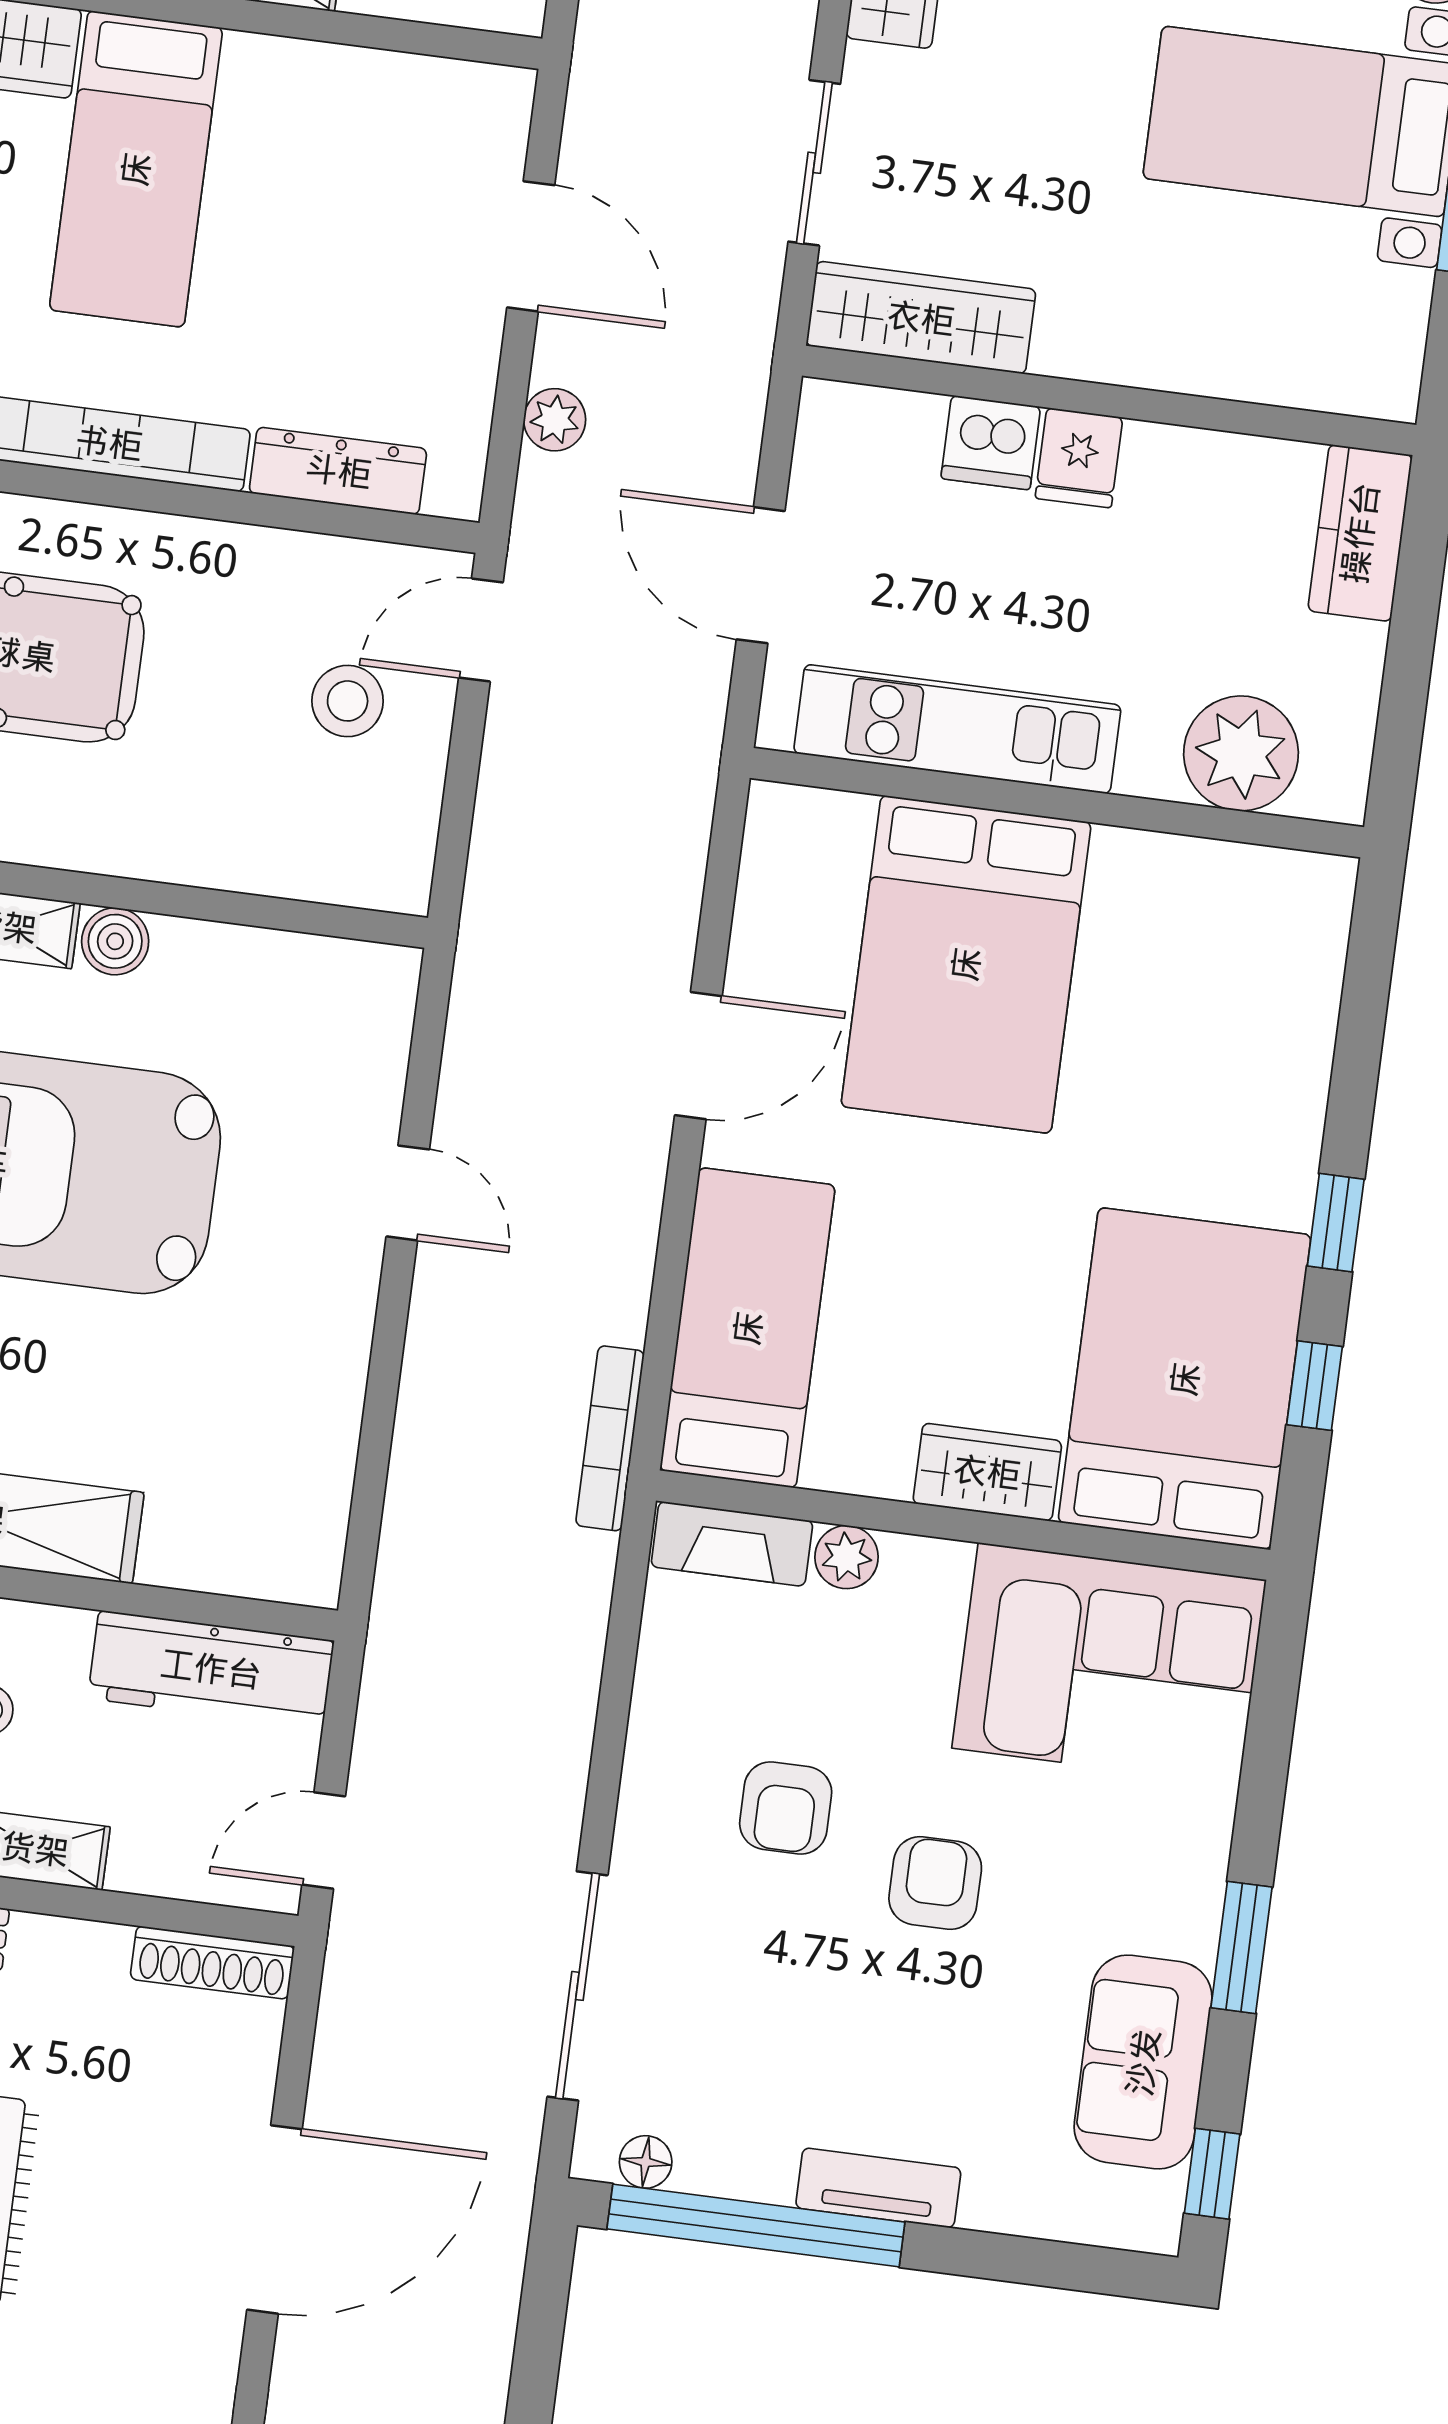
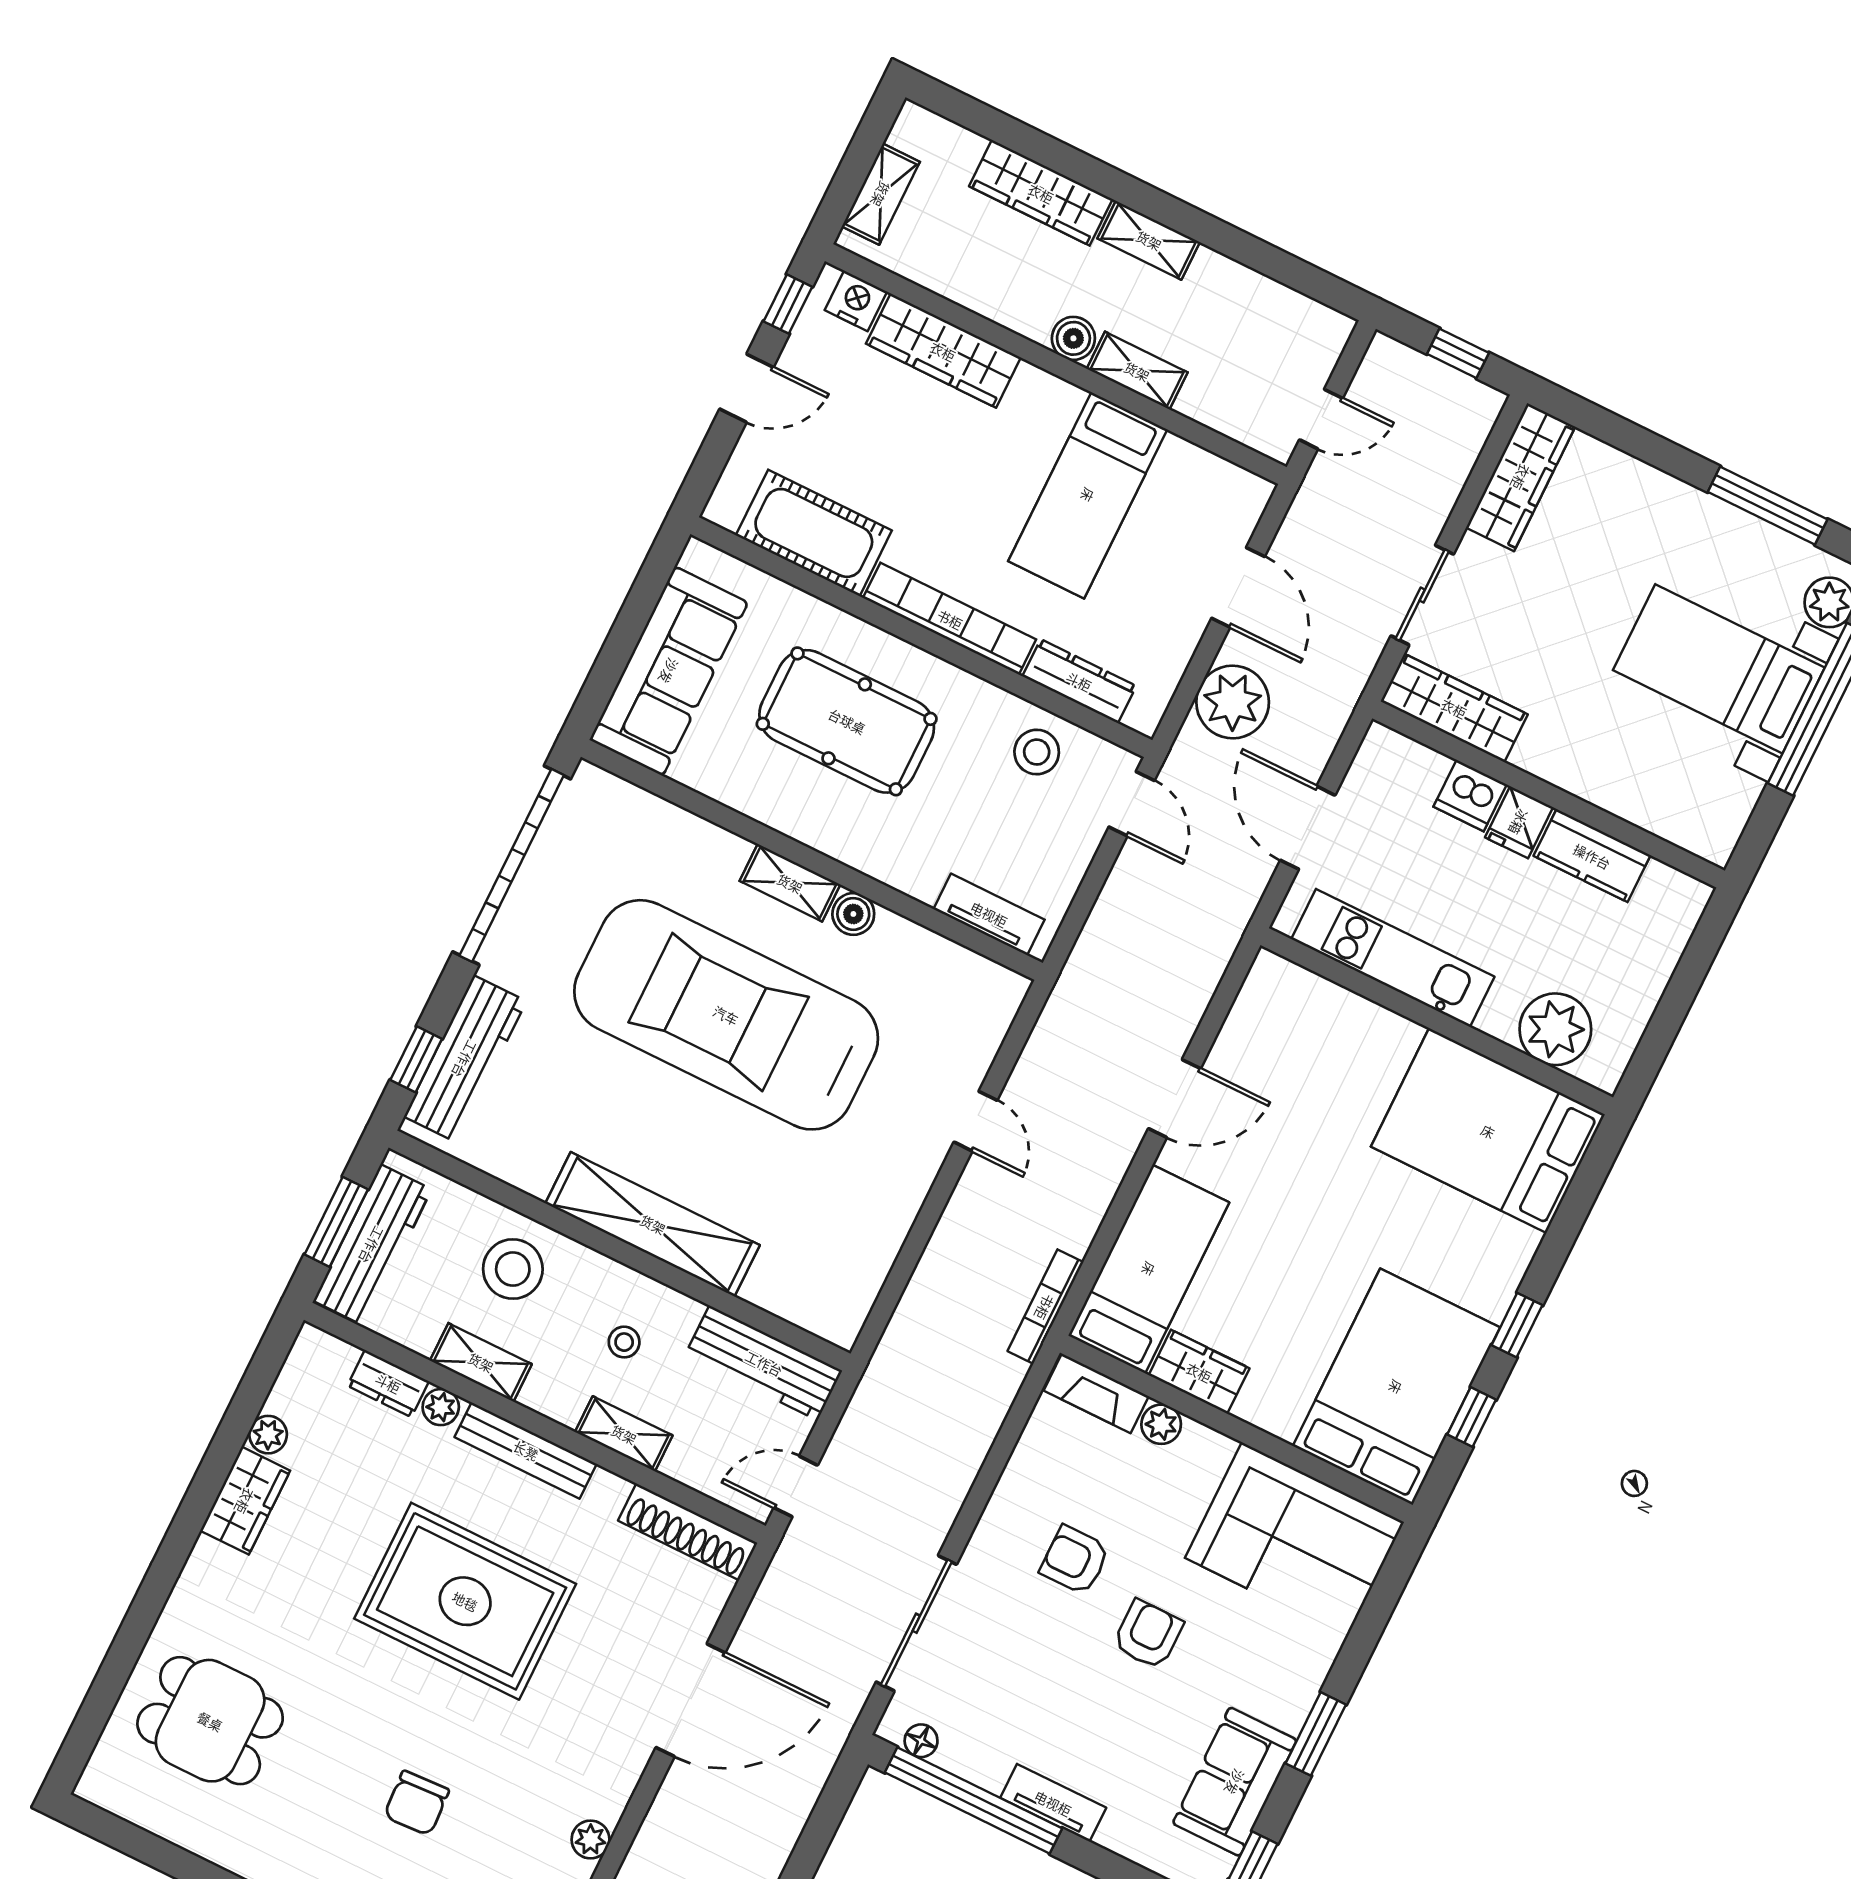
bed: (136, 169) -> (1088, 495), moved
plant: (555, 420) -> (1233, 702), width x1.87, depth x1.87
kitchen counter: (1360, 533) -> (1592, 856), moved, turned -90
door: (481, 630) -> (1132, 804), swing flipped
stool: (348, 701) -> (1037, 752), moved
tv unit: (321, 872) -> (989, 914), added
bed: (966, 964) -> (1488, 1131), moved, turned 90
wardrobe: (987, 1472) -> (1199, 1372), moved
armchair: (786, 1808) -> (1075, 1560), turned 90
shoe rack: (212, 1963) -> (688, 1532), width x1.36, depth x1.24

